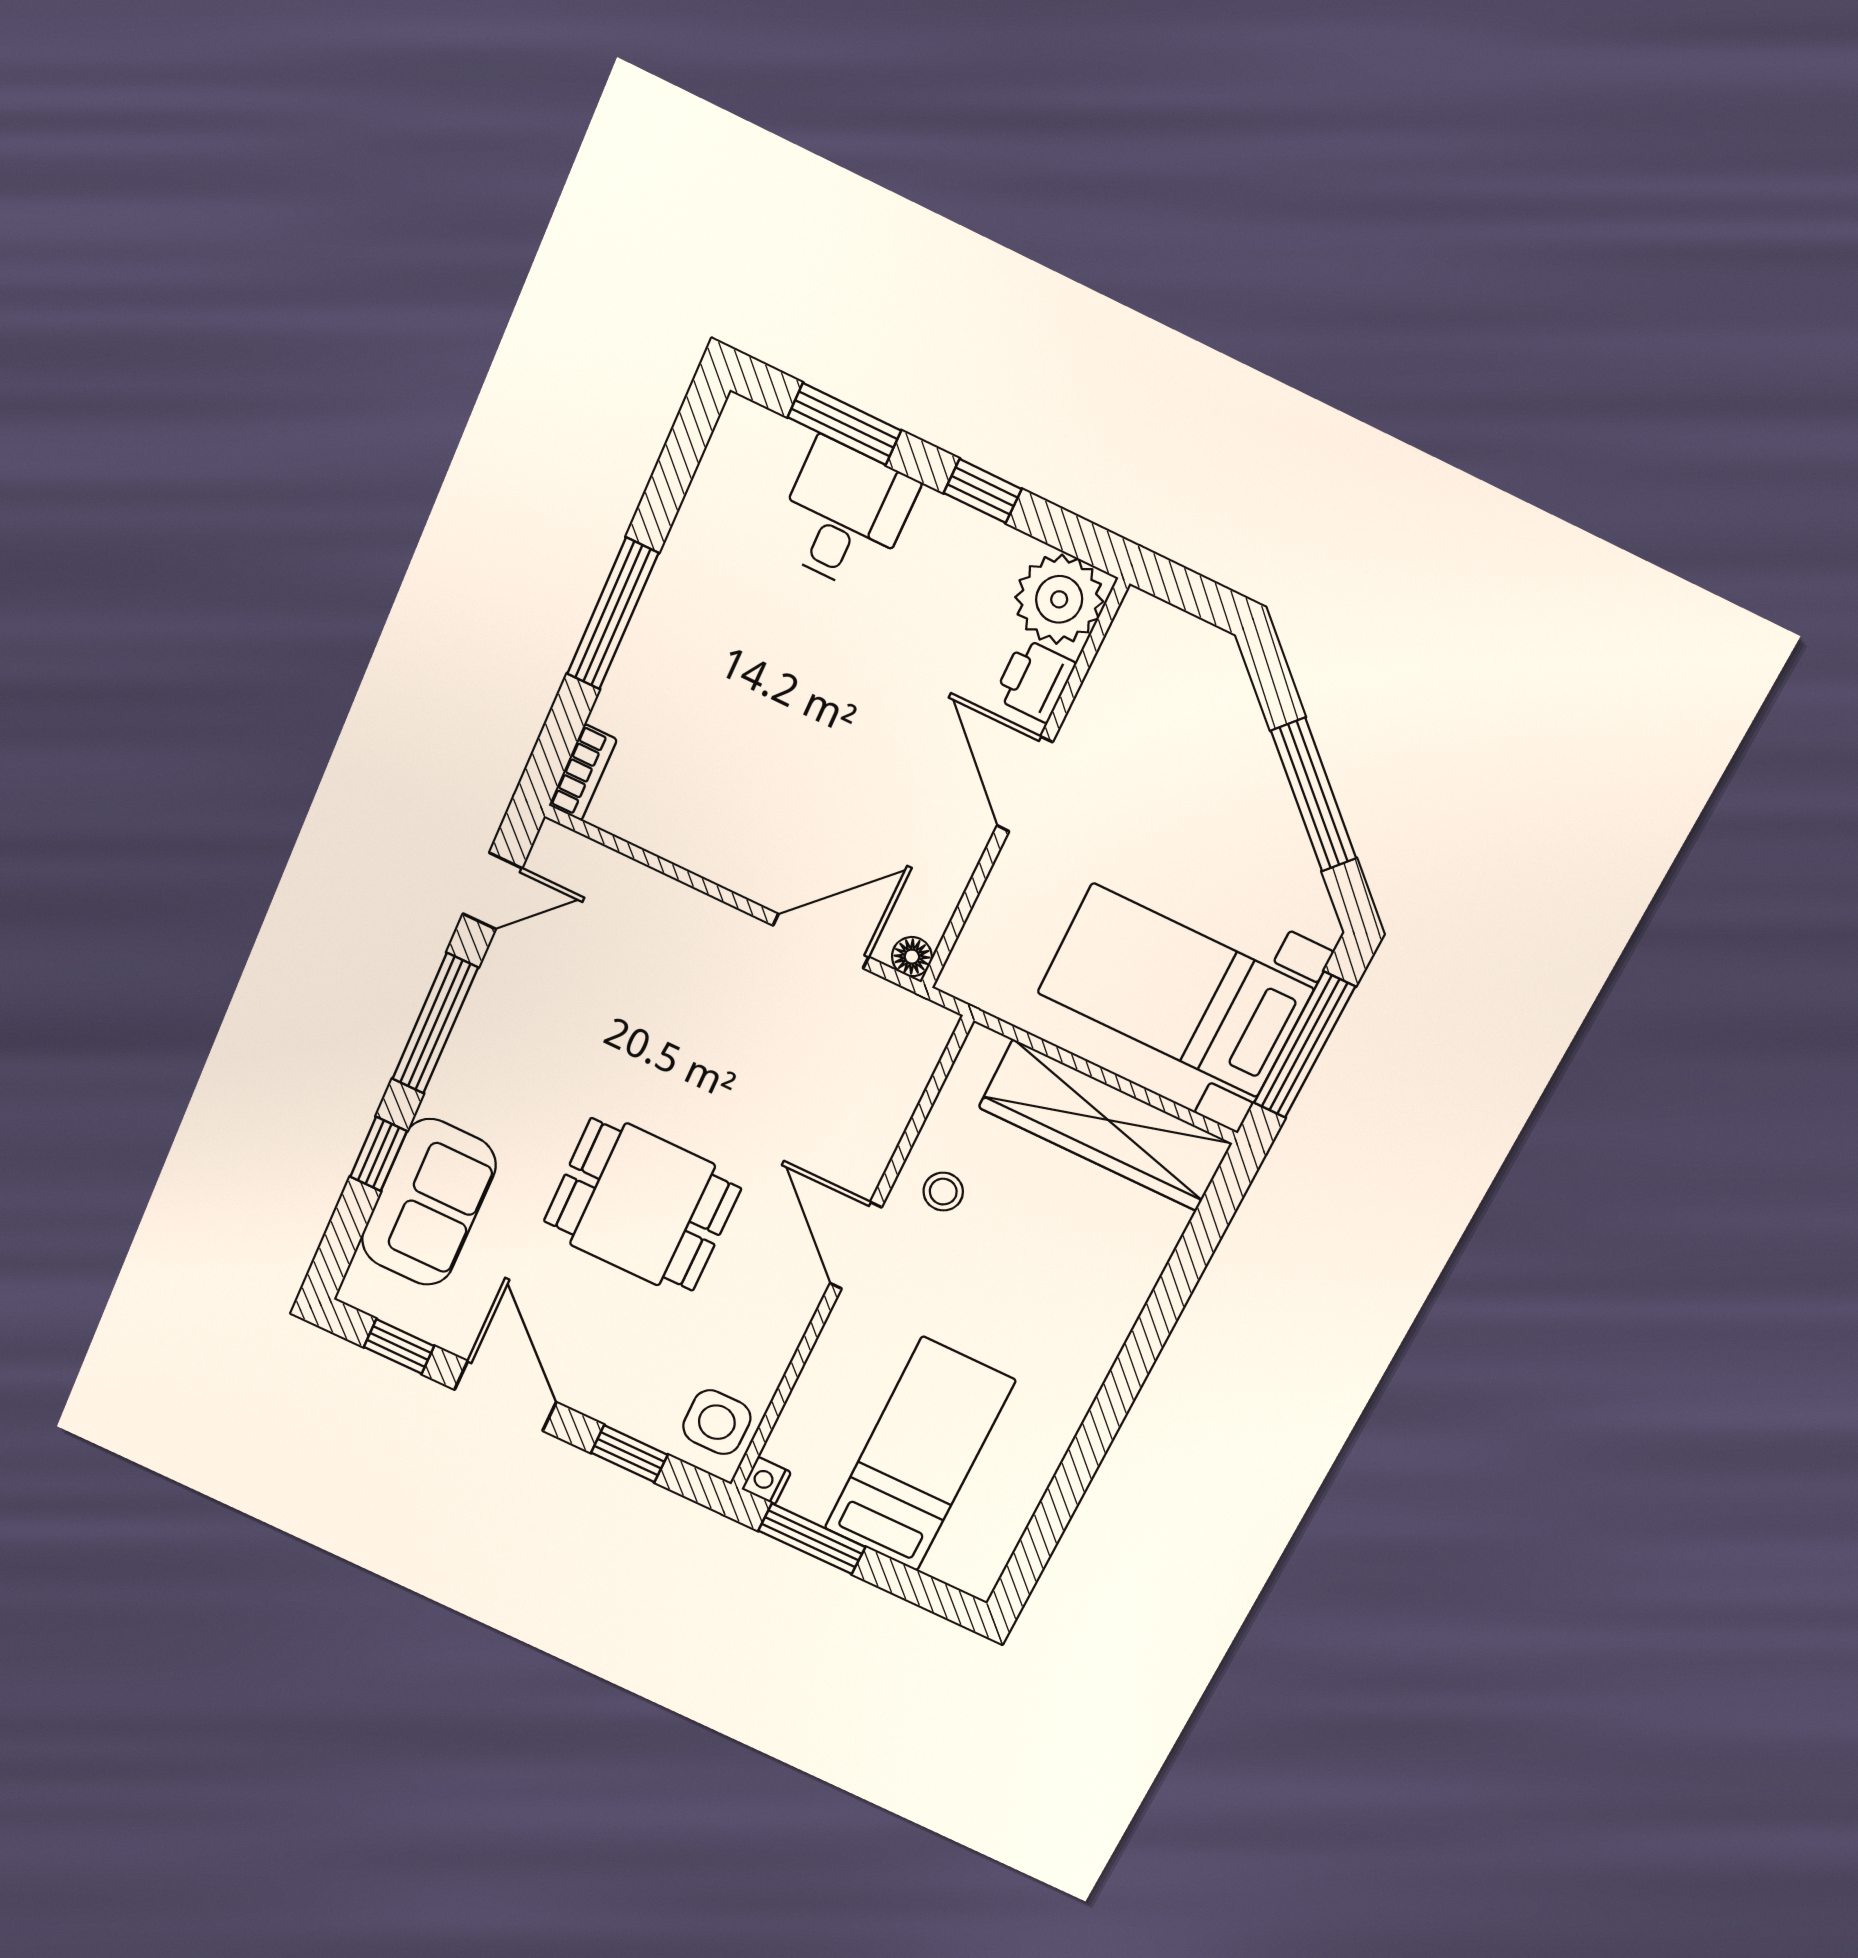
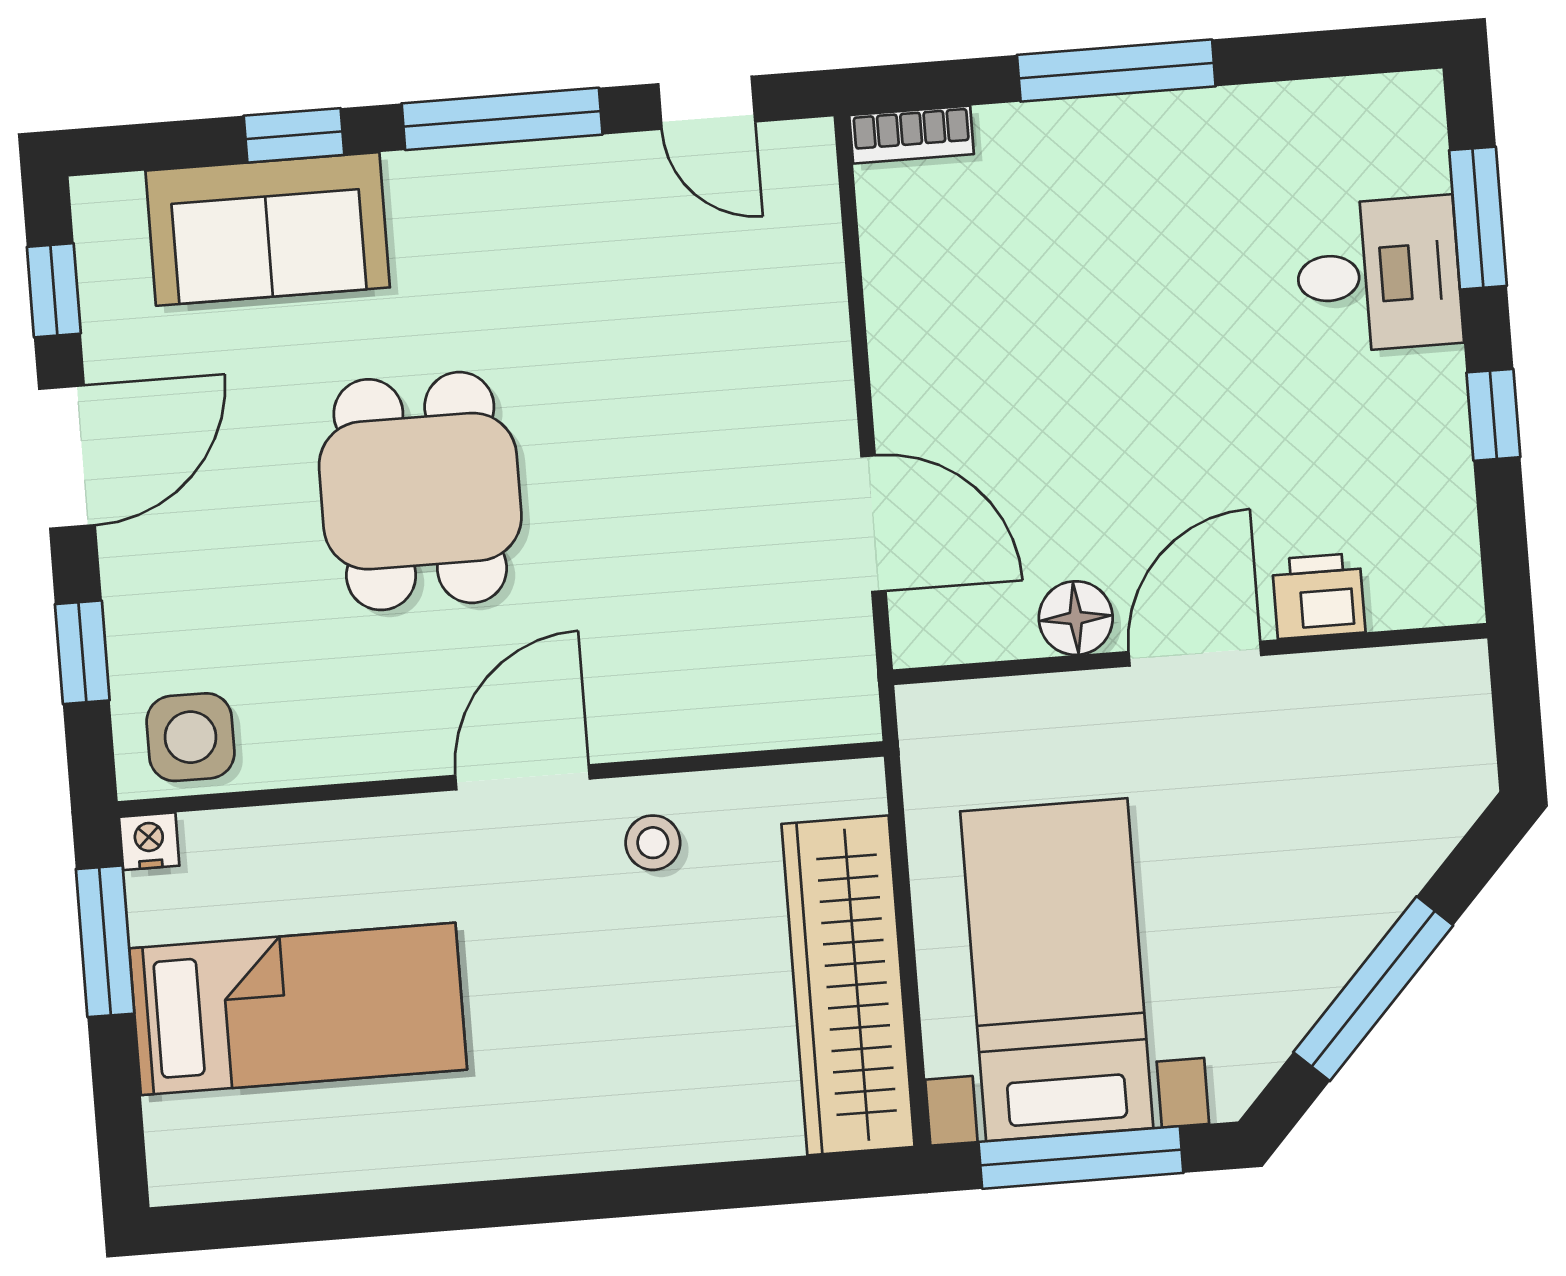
plant: (1059, 599) -> (1424, 570), removed
floor lamp: (912, 957) -> (1076, 618), moved, width x1.37, depth x1.37

